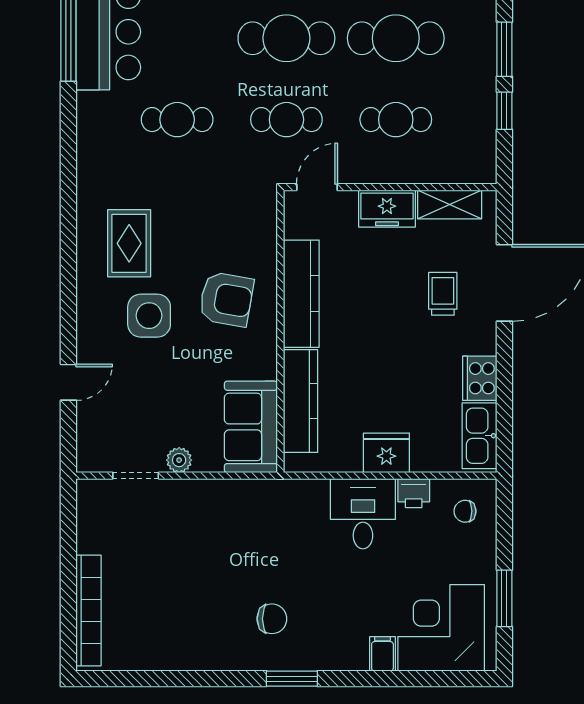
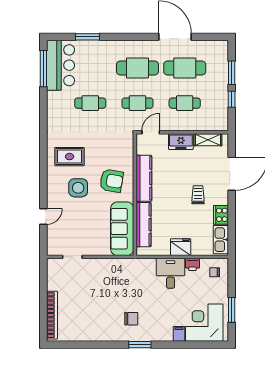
rug: (129, 243) -> (70, 157), turned 90
trolley: (443, 294) -> (198, 195), moved
sofa: (251, 427) -> (122, 229), width x1.36
plant: (179, 460) -> (91, 250), removed

